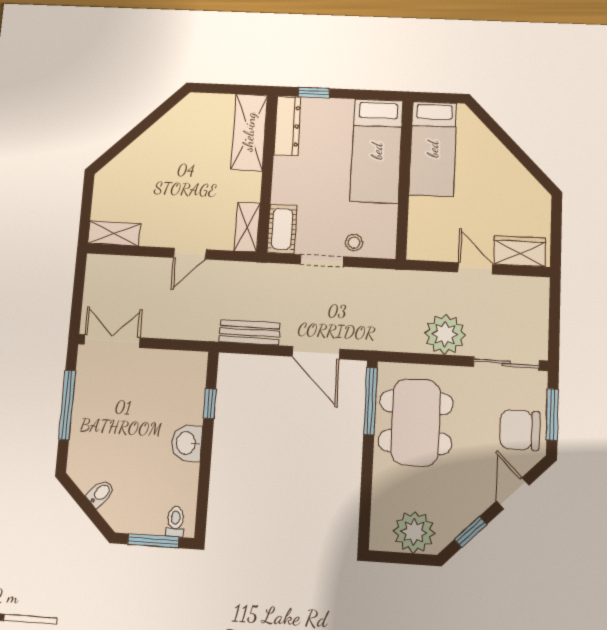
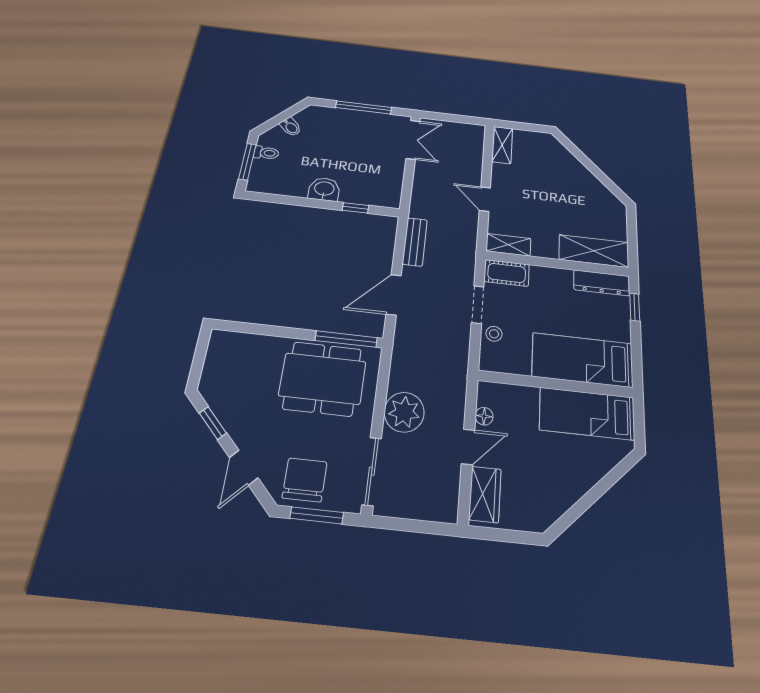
floor lamp: (443, 253) -> (484, 416), added
door: (513, 493) -> (244, 468), swing flipped
toilet: (175, 522) -> (266, 153), moved
plant: (414, 532) -> (221, 370), removed

